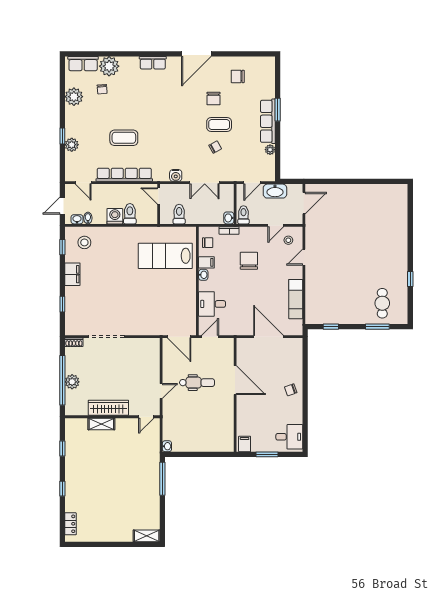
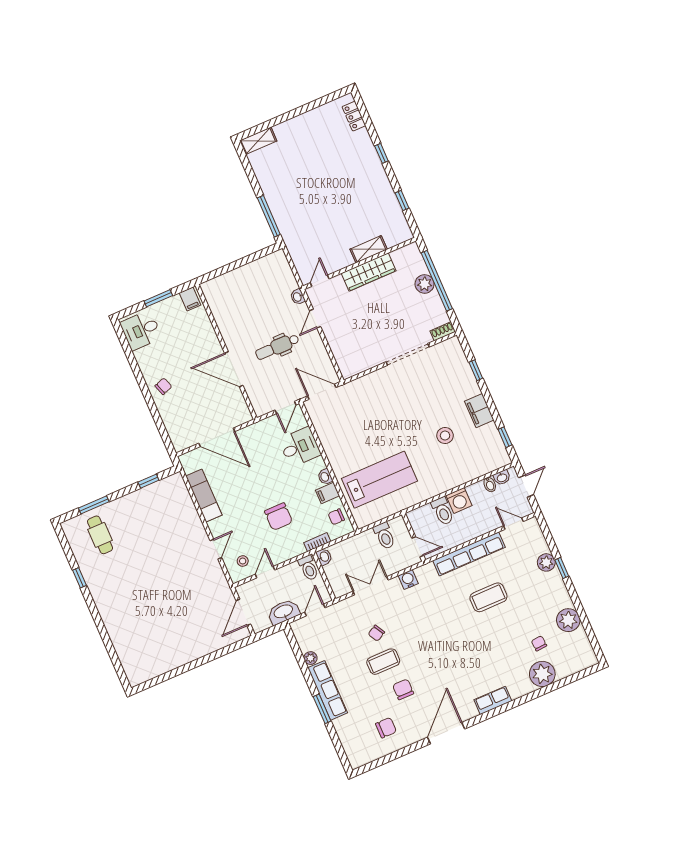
row of seats: (83, 64) -> (574, 664), removed
stool: (84, 242) -> (445, 436), moved
washbasin: (167, 446) -> (298, 297), moved

